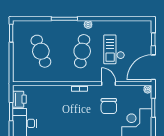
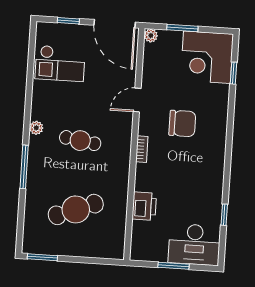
checkout: (114, 49) -> (60, 63), moved
cafe table: (82, 51) -> (80, 141), width x0.73, depth x0.74
printer: (19, 99) -> (144, 206), moved, turned 90
chair: (109, 106) -> (182, 123), moved

